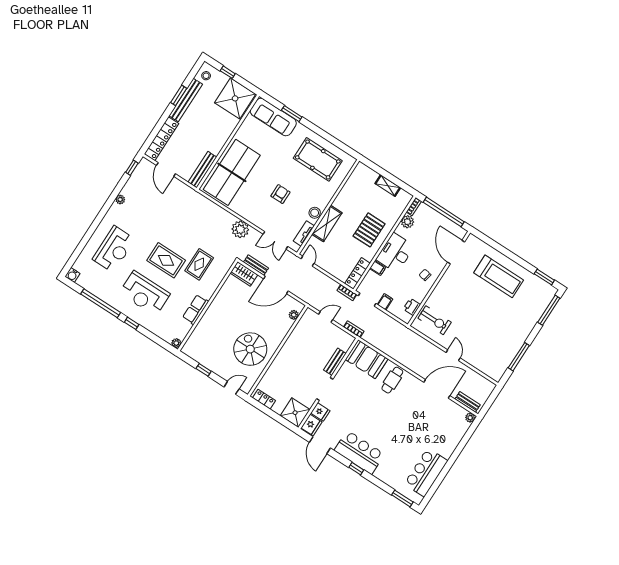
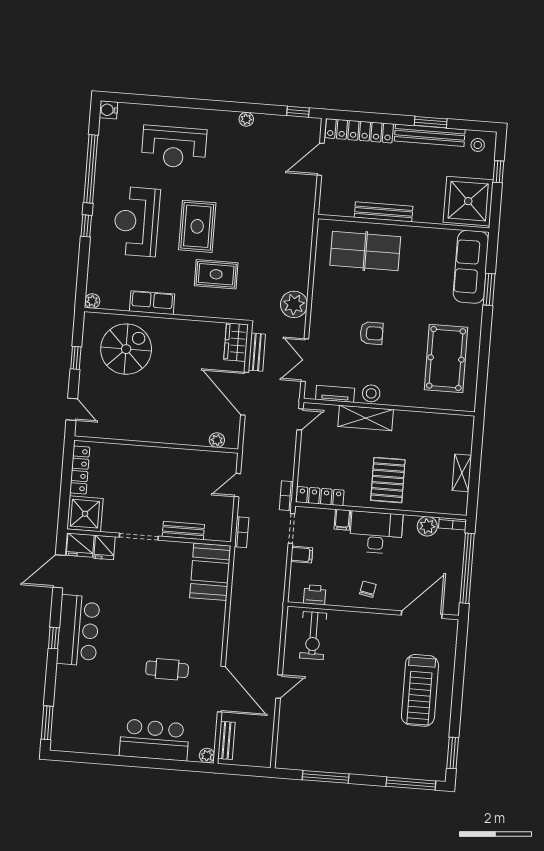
bench: (202, 170) -> (384, 212), moved
table tennis table: (232, 172) -> (365, 251), width x0.73, depth x0.76
pallet: (369, 230) -> (388, 480), turned 90
door: (326, 317) -> (237, 485), swing flipped
spiral stairs: (250, 349) -> (126, 349), moved
cafe table: (392, 380) -> (167, 669), moved
locker: (264, 399) -> (80, 470), width x1.53
bar counter: (426, 472) -> (154, 740), moved

